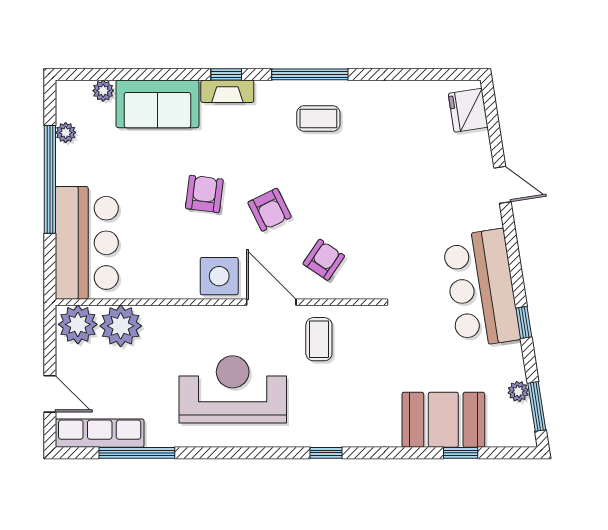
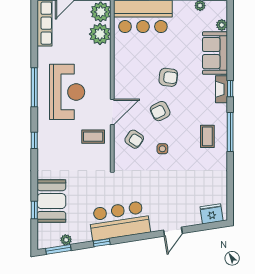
side table: (219, 276) -> (162, 149), moved, width x0.54, depth x0.54
window: (137, 453) -> (34, 87), moved

